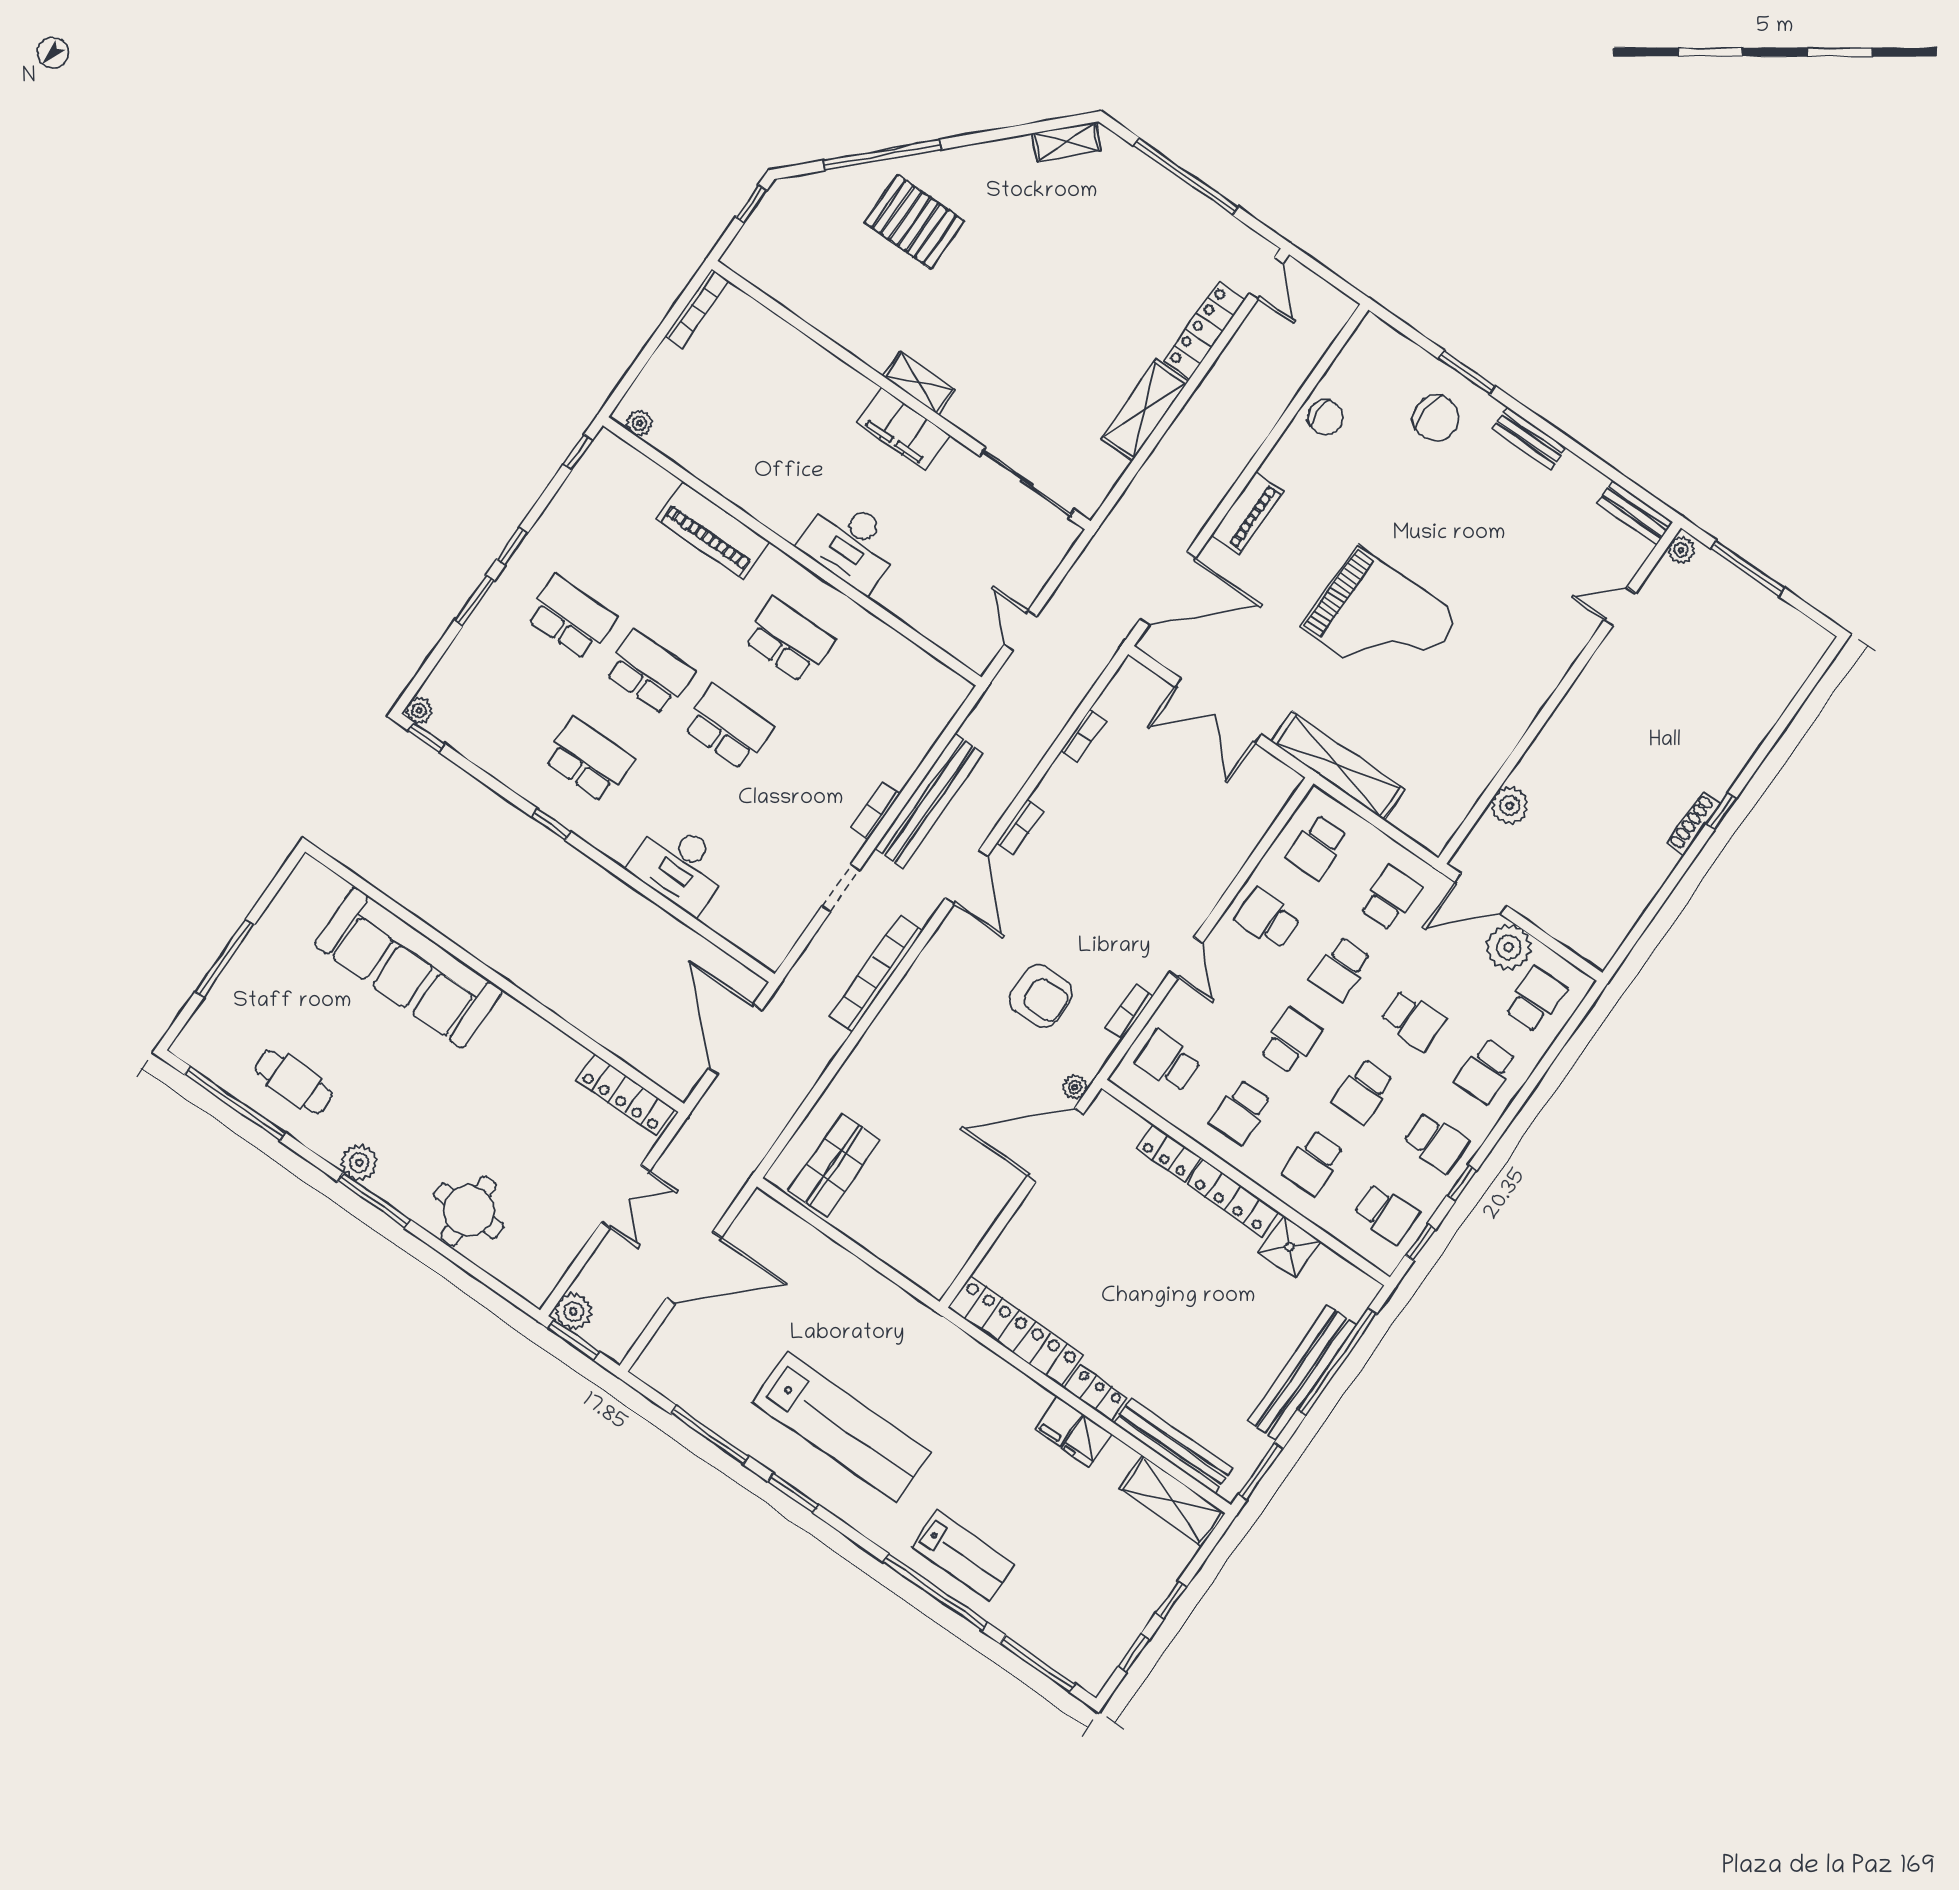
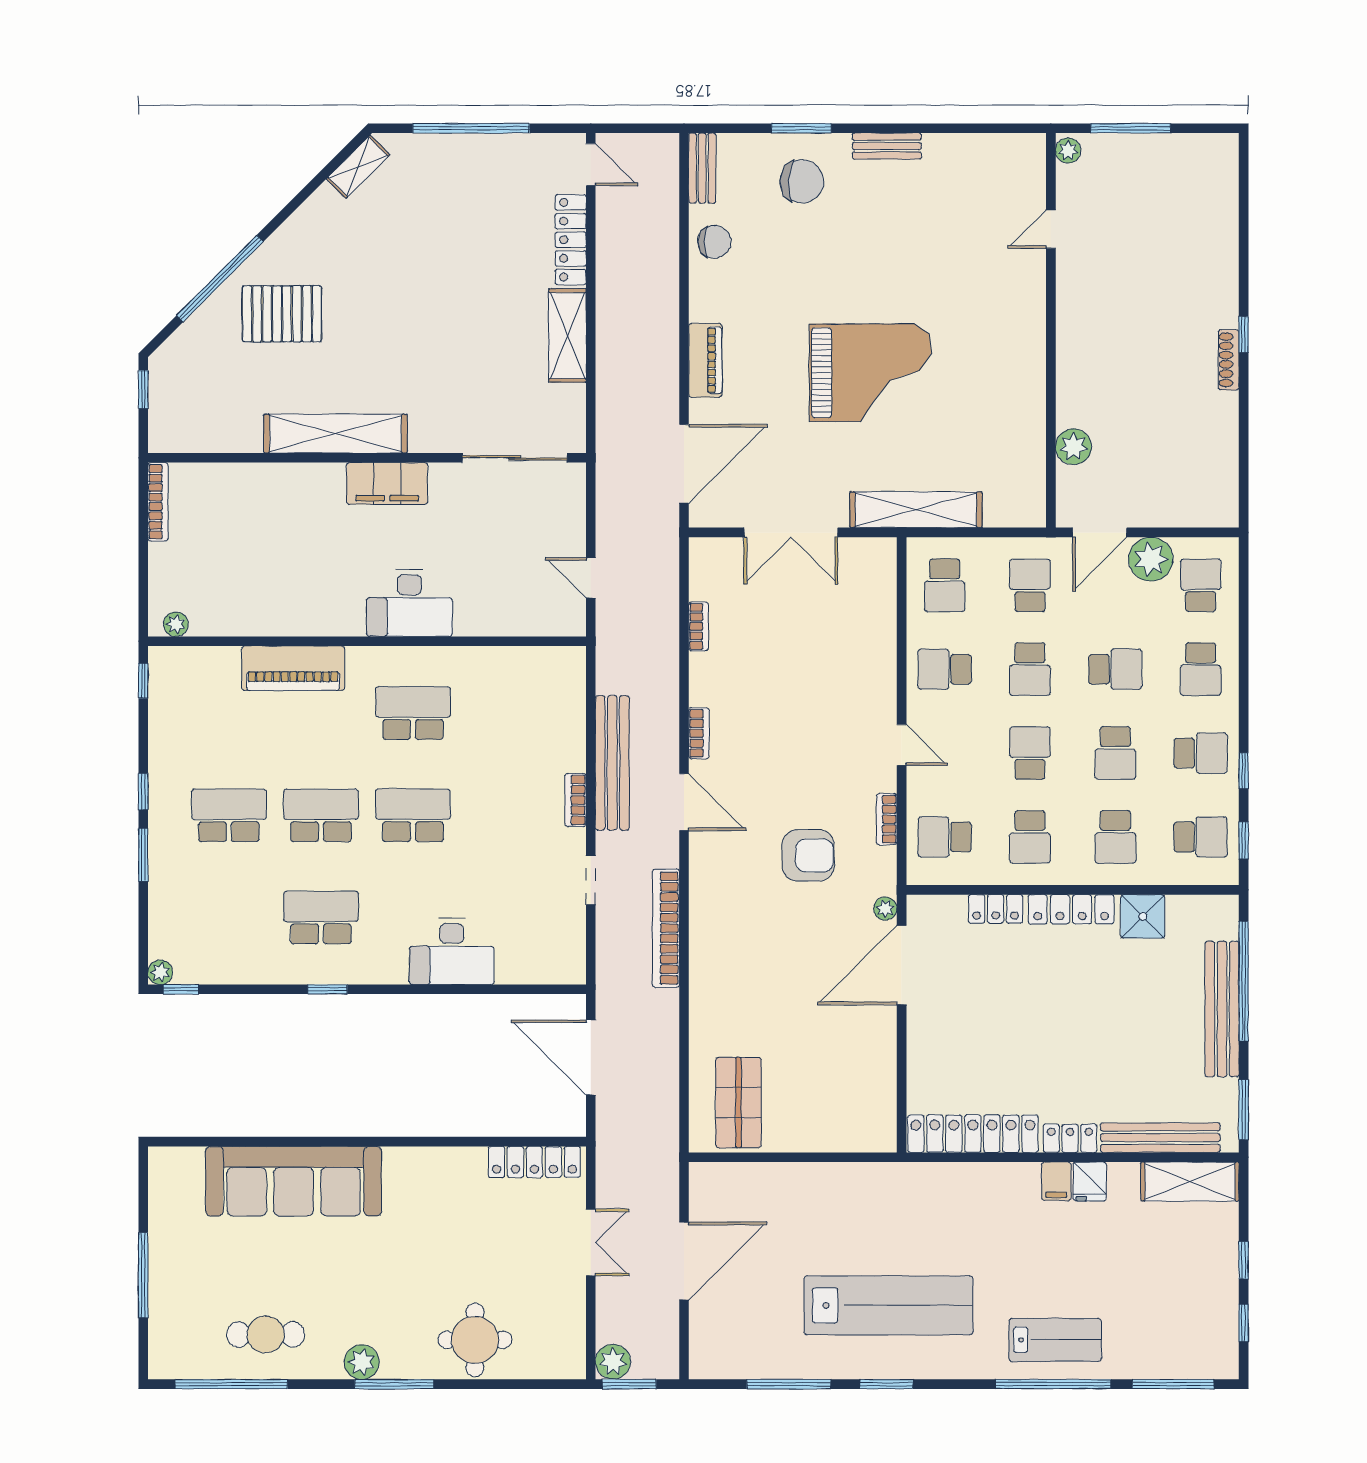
shelving: (919, 383) -> (335, 434), width x2.20, depth x1.33
bench: (1635, 513) -> (702, 168), moved, turned 90

